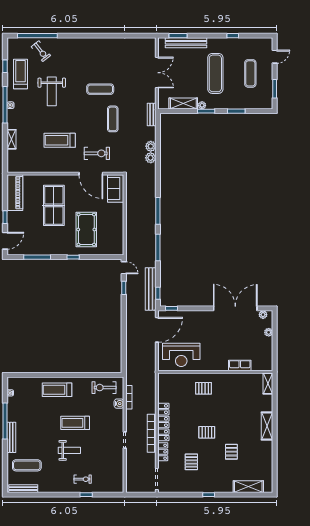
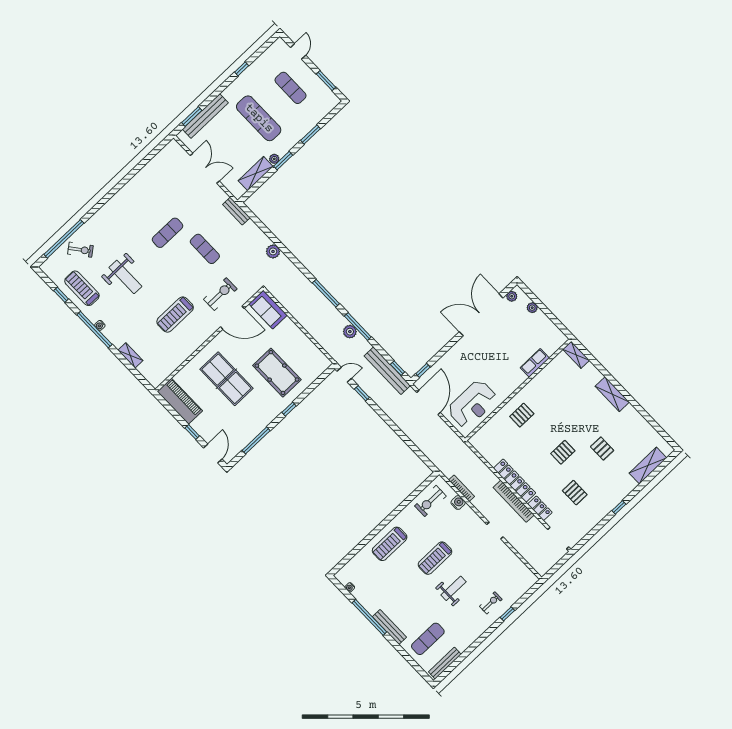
plant: (151, 146) -> (350, 332), moved

